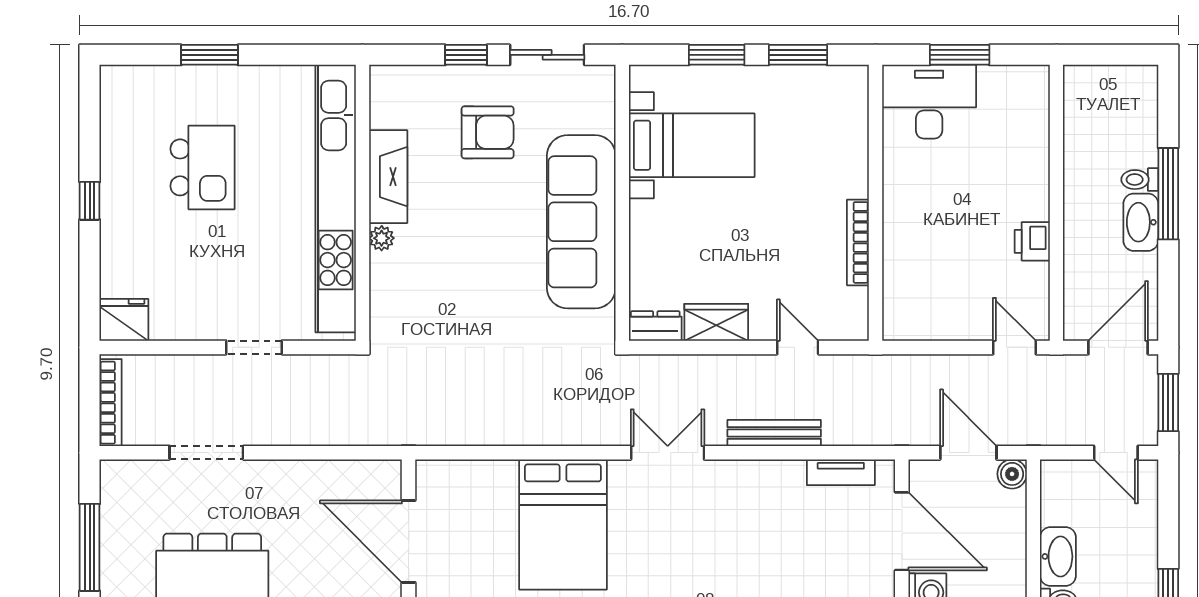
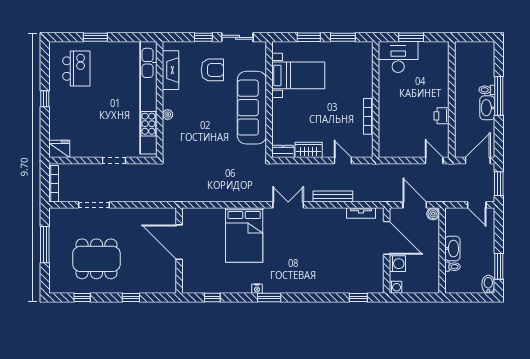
kitchen island: (202, 167) -> (76, 69), moved
fireplace: (388, 177) -> (171, 70), moved

